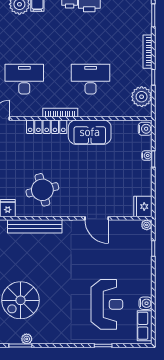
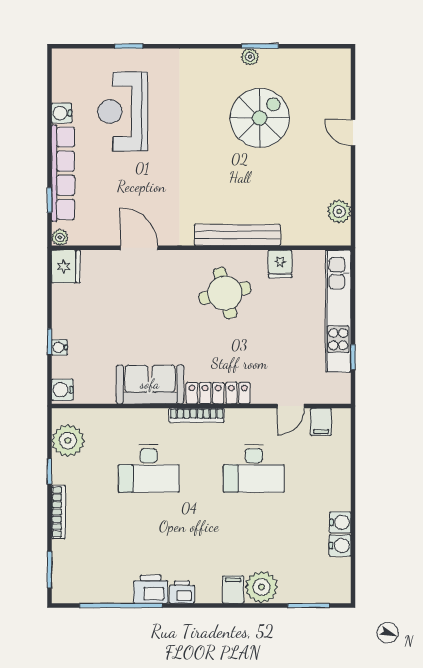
row of seats: (145, 326) -> (63, 173), moved, width x2.02

